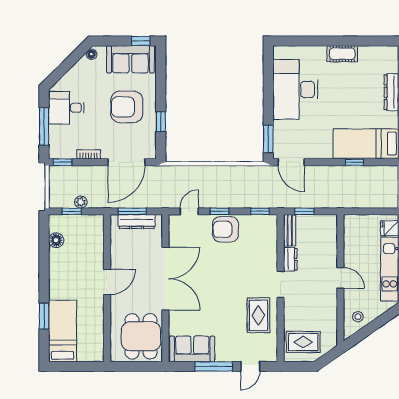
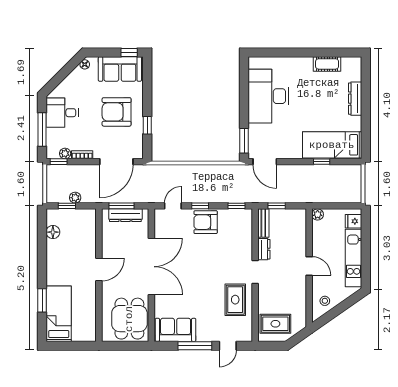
cot: (342, 54) -> (327, 64), moved
plant: (70, 153) -> (65, 153), added
plant: (350, 221) -> (318, 214), added

